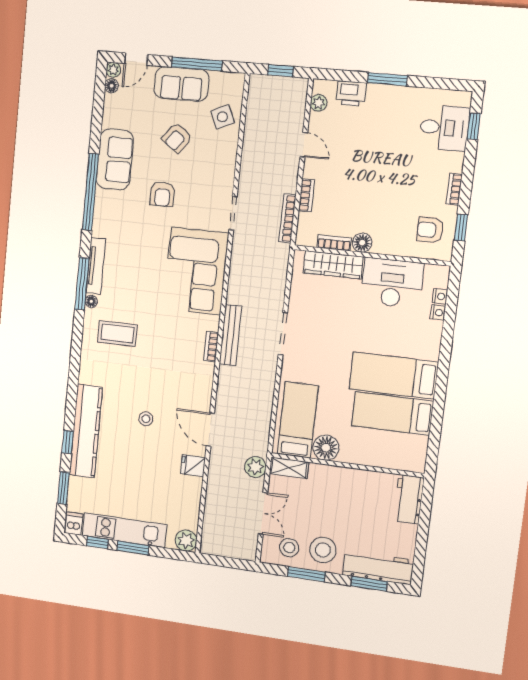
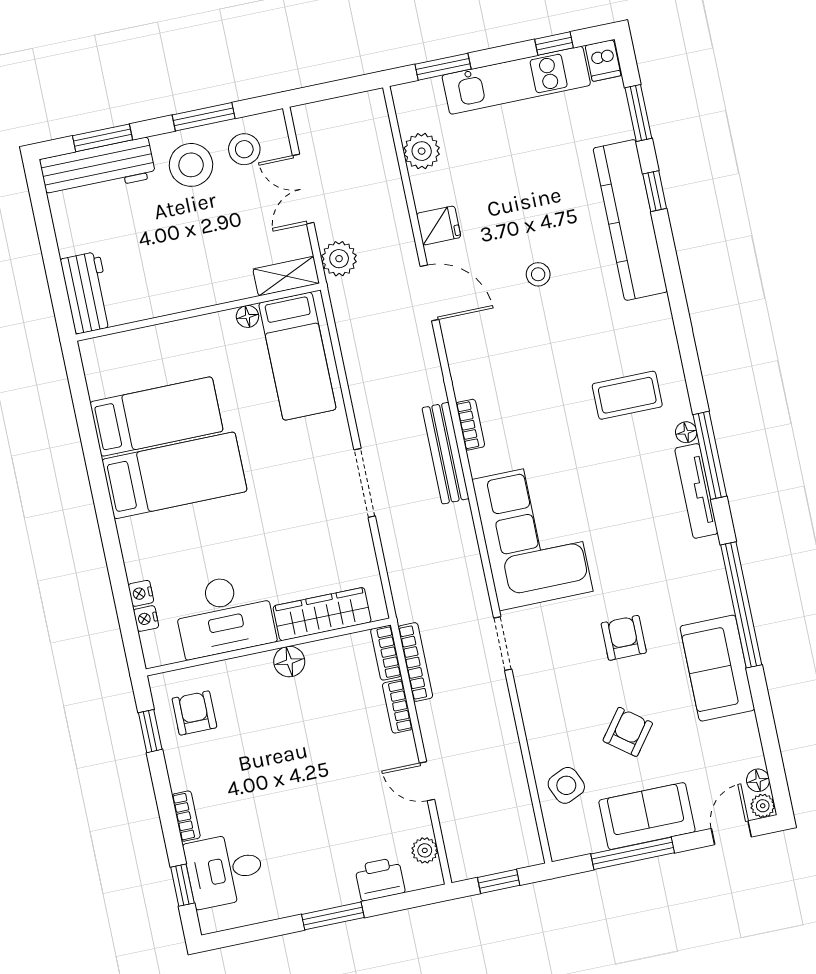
bookcase: (454, 189) -> (186, 816), moved
armchair: (430, 230) -> (194, 713), turned -90
bookcase: (334, 243) -> (386, 653), moved, turned 90
floor lamp: (326, 448) -> (247, 316), width x0.53, depth x0.53
plant: (186, 541) -> (422, 151), moved
window: (133, 548) -> (443, 67), moved

